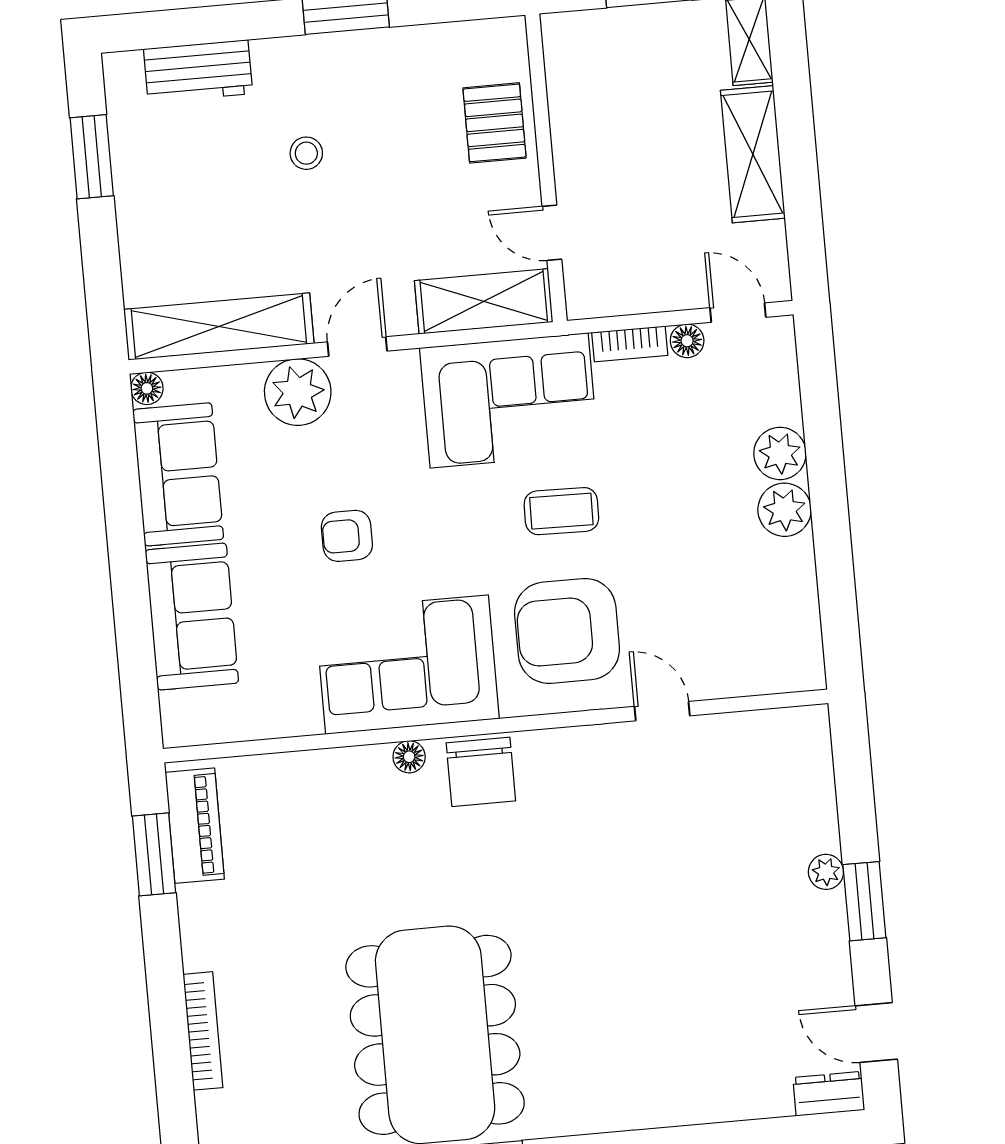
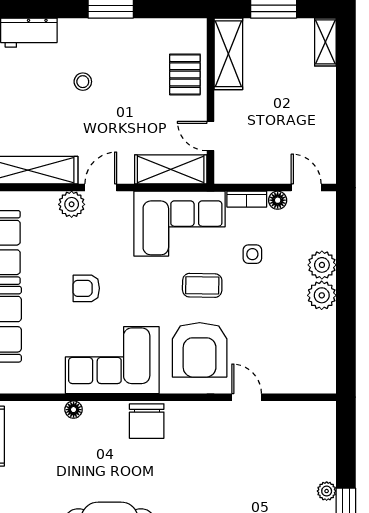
shelving: (753, 154) -> (228, 54), moved
plant: (298, 392) -> (72, 204), width x0.73, depth x0.73
side table: (649, 445) -> (252, 254), added
armchair: (567, 631) -> (200, 350), turned -90
floor lamp: (409, 757) -> (74, 410), moved

